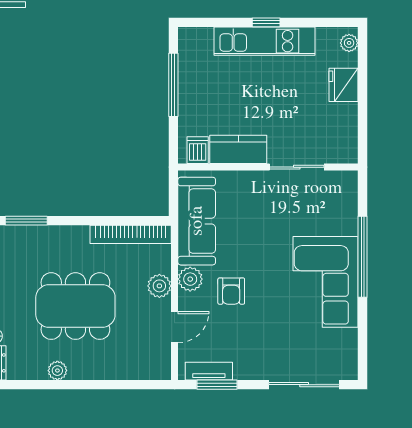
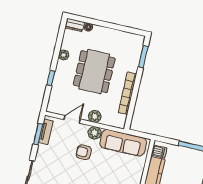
bookcase: (131, 234) -> (127, 93), moved
door: (175, 327) -> (72, 119), swing flipped
window: (106, 385) -> (51, 78), added

